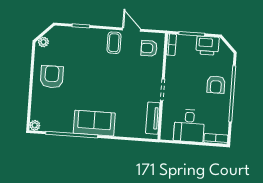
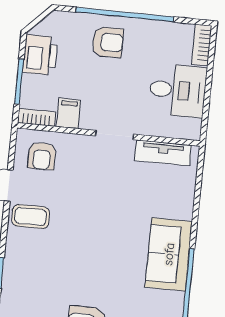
filing cabinet: (174, 63) -> (69, 113), added

